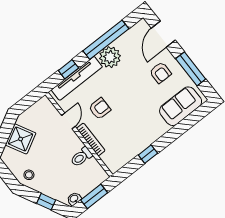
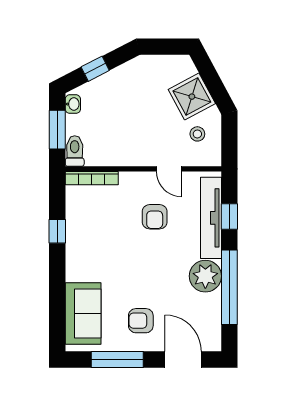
bookcase: (91, 139) -> (92, 178), moved
toilet: (81, 157) -> (75, 151), moved
stool: (29, 175) -> (197, 134), moved

